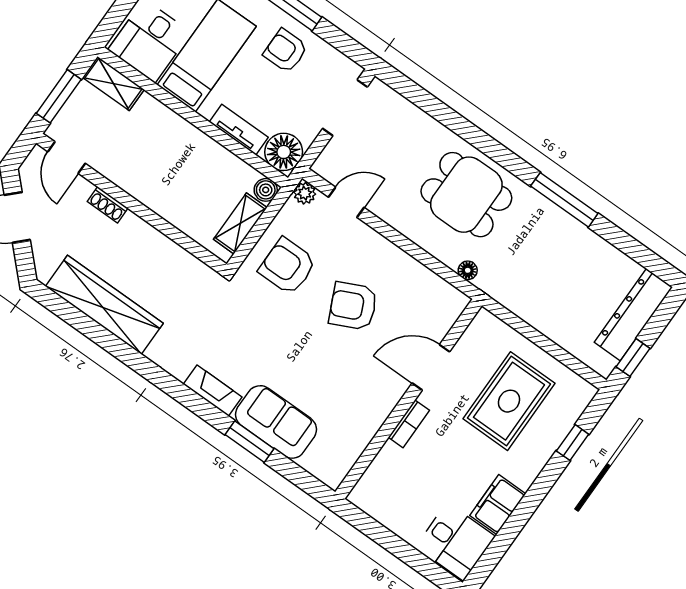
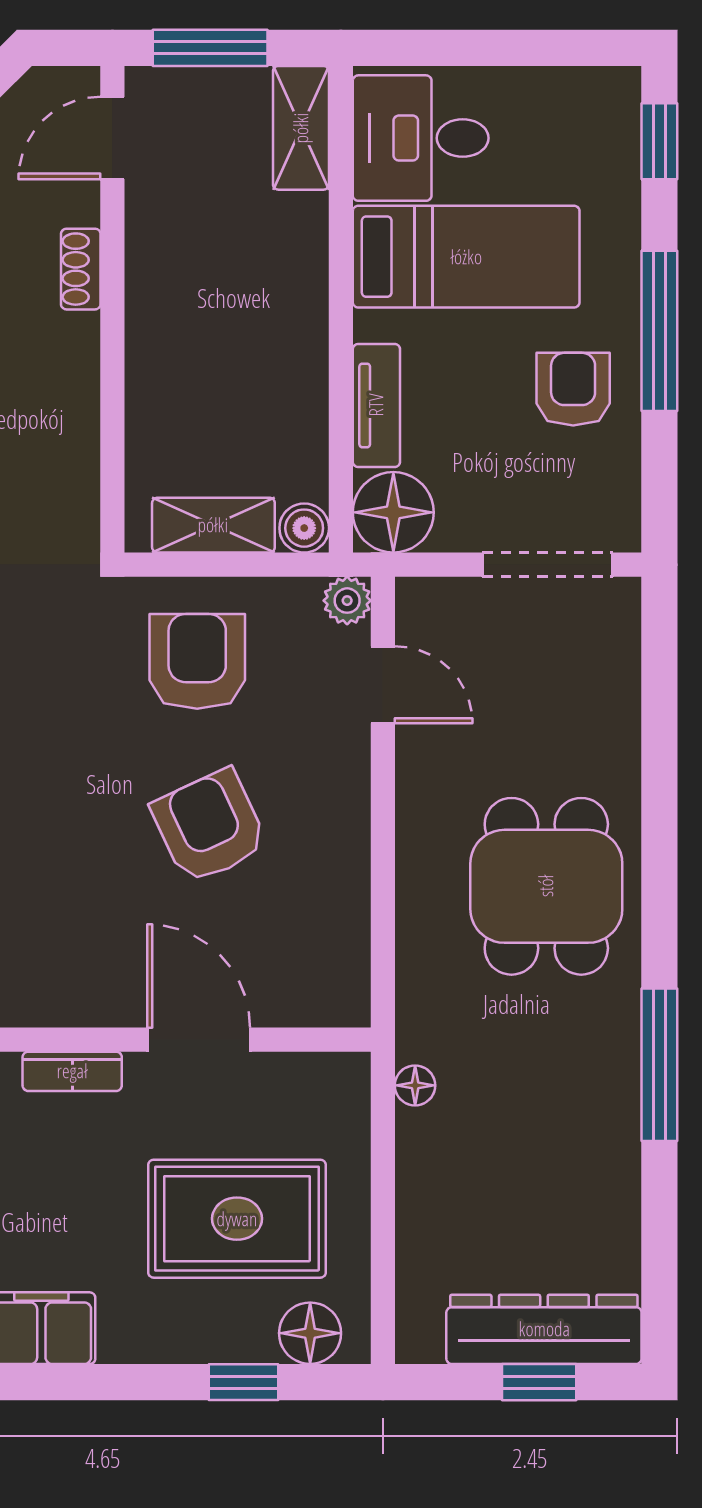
floor lamp: (468, 270) -> (415, 1085), moved
window: (633, 358) -> (539, 1382), moved
floor lamp: (572, 404) -> (310, 1333), added

